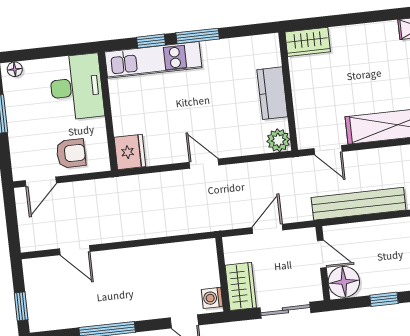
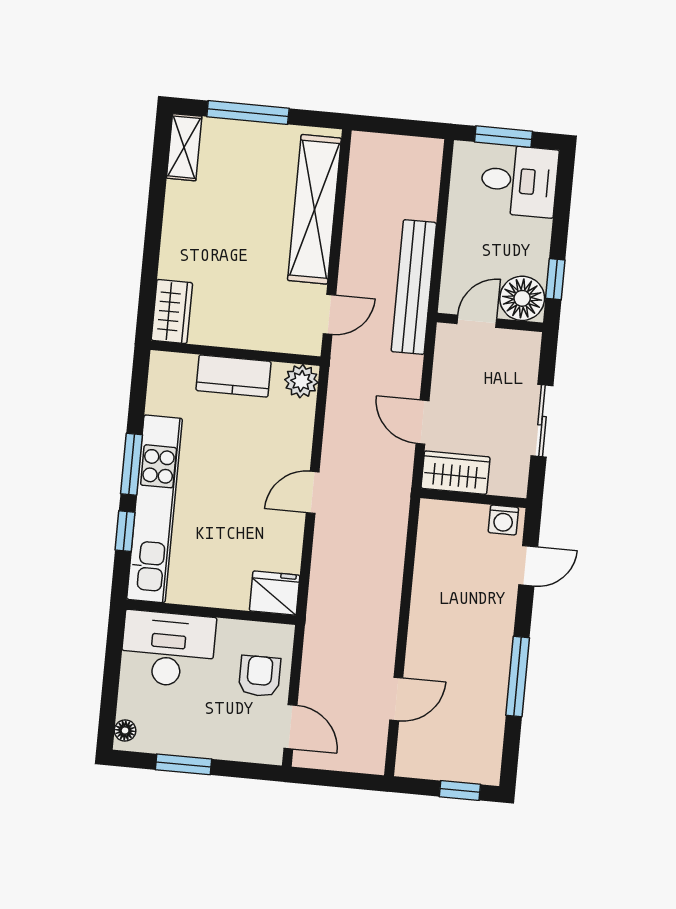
kitchen unit: (153, 60) -> (155, 509), width x1.36
door: (322, 254) -> (477, 321), moved
wall: (323, 263) -> (490, 322), moved
floor lamp: (344, 282) -> (522, 298), moved
wardrobe: (241, 286) -> (455, 473), moved

